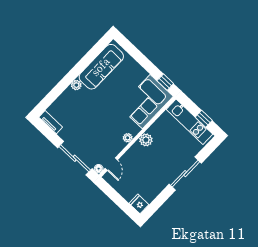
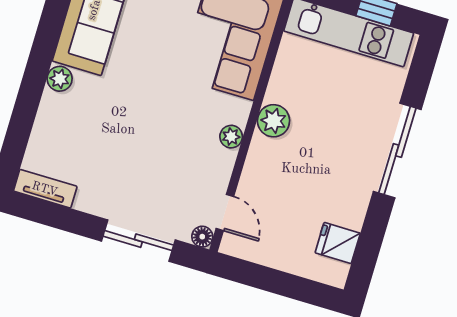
sliding door: (75, 158) -> (138, 241), width x0.73
fridge: (139, 204) -> (338, 243), moved

